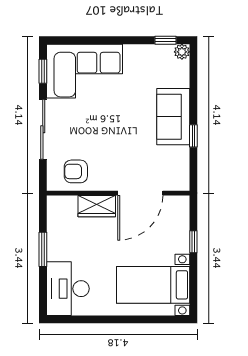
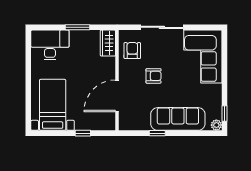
window: (43, 71) -> (203, 27), removed
sofa: (173, 117) -> (178, 119), width x1.36
armchair: (112, 141) -> (154, 76), added
door: (140, 193) -> (117, 96), hinge flipped
wardrobe: (97, 206) -> (108, 43), moved

